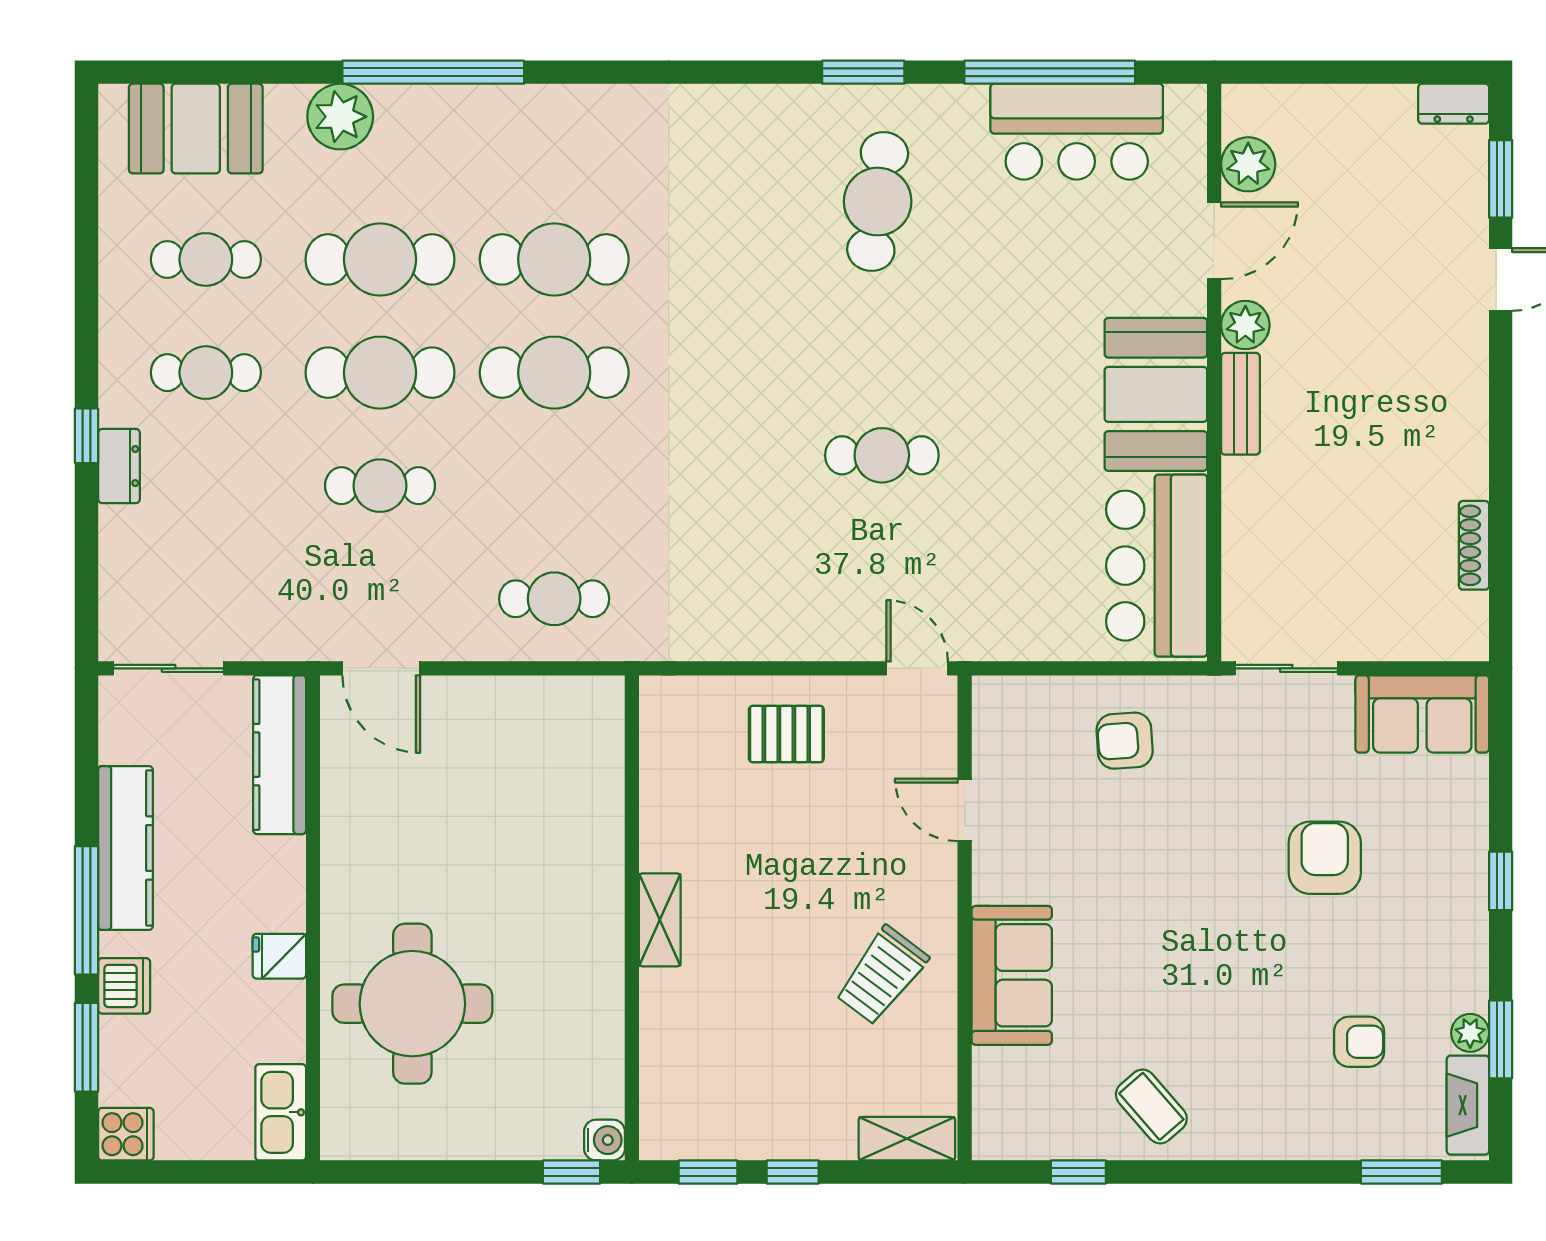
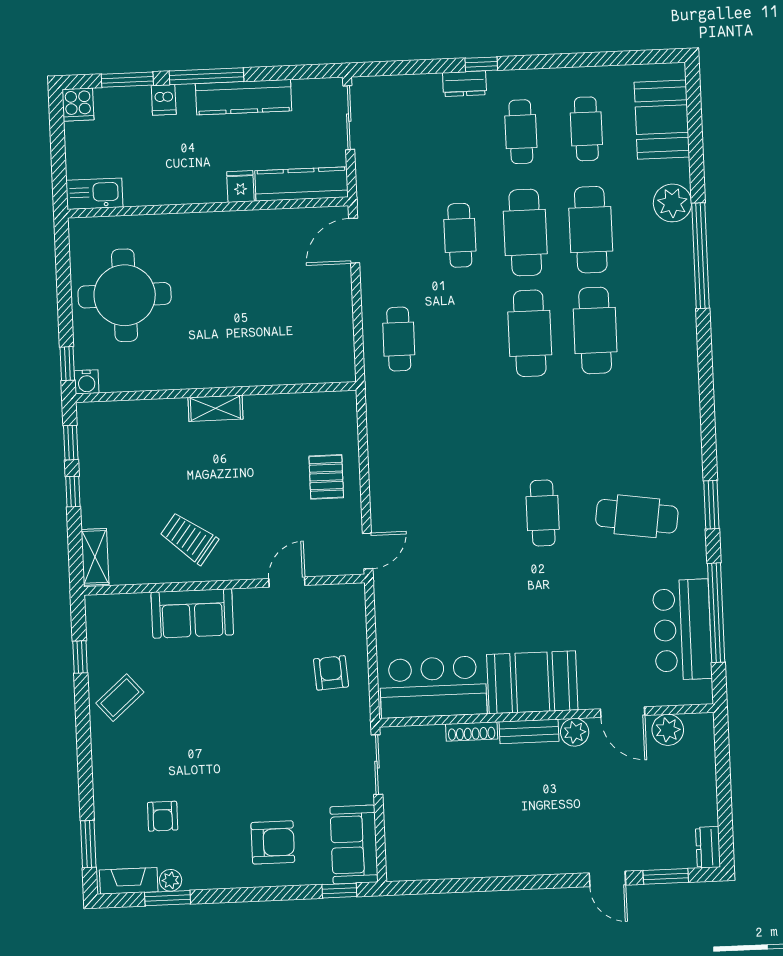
cafe table: (882, 455) -> (543, 513), moved
shoe rack: (1474, 545) -> (472, 731), moved, turned 180
armchair: (1325, 858) -> (273, 842), moved
window: (1501, 881) -> (339, 891), moved
fridge: (279, 956) -> (240, 187), moved
dishwasher: (124, 986) -> (164, 100), width x0.73
round table: (412, 1004) -> (125, 295), moved

